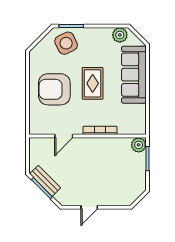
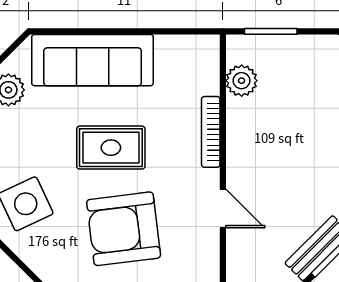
armchair: (54, 89) -> (124, 229), turned 83
plant: (139, 145) -> (242, 81), moved

